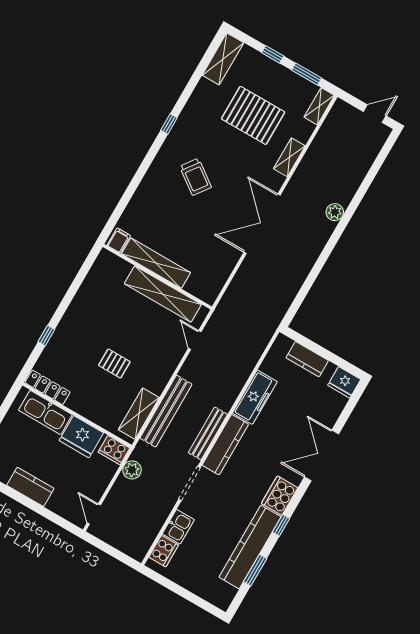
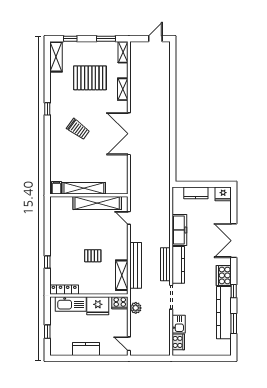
window: (273, 54) -> (70, 39), moved
plant: (335, 212) -> (165, 105), removed

